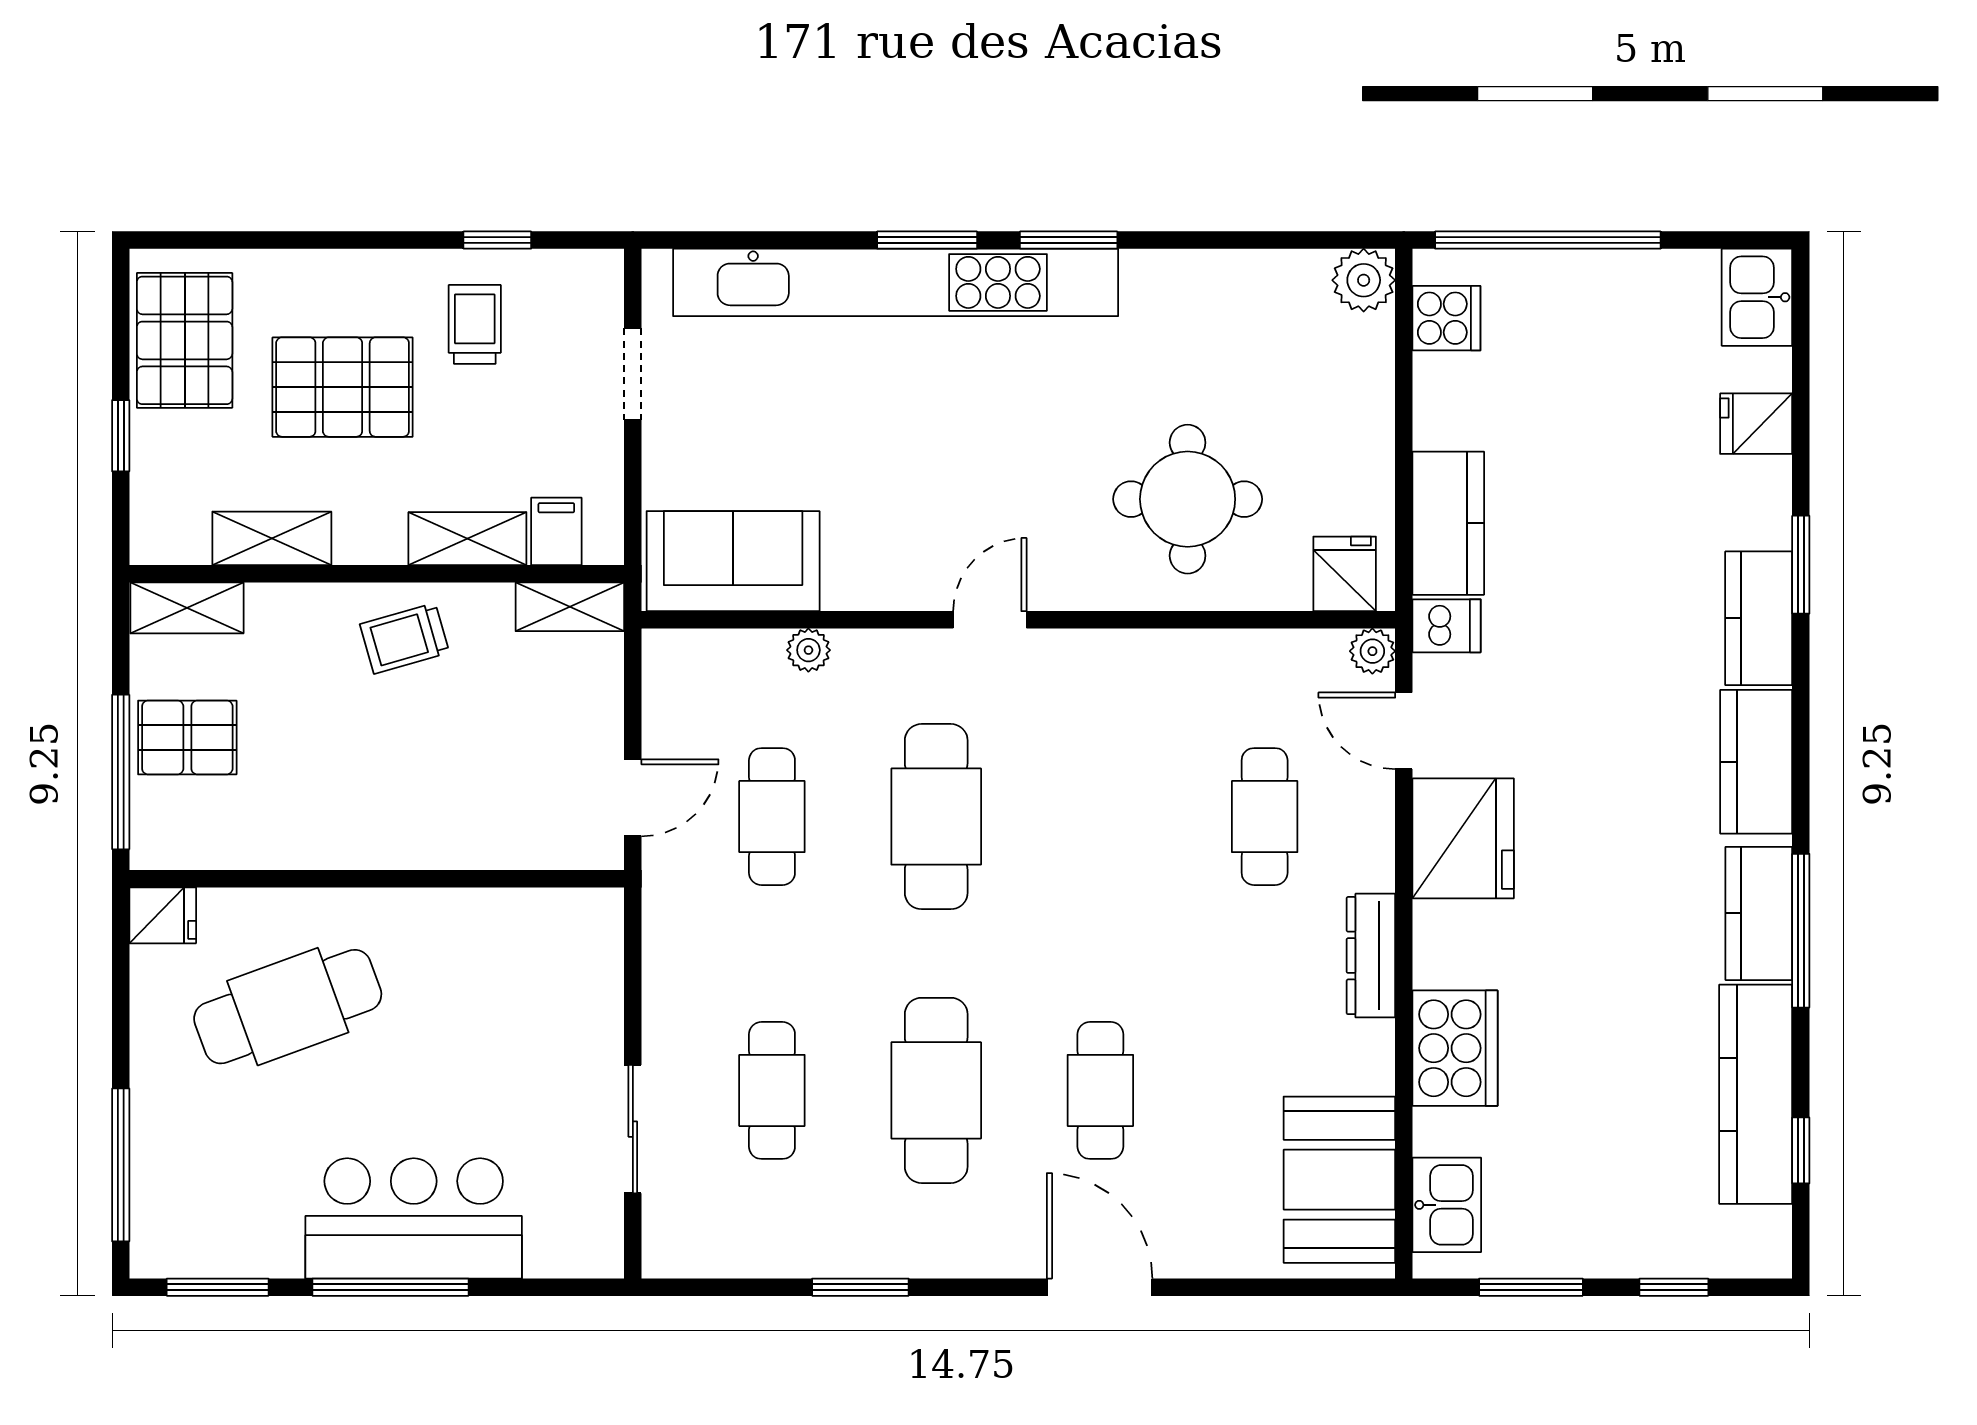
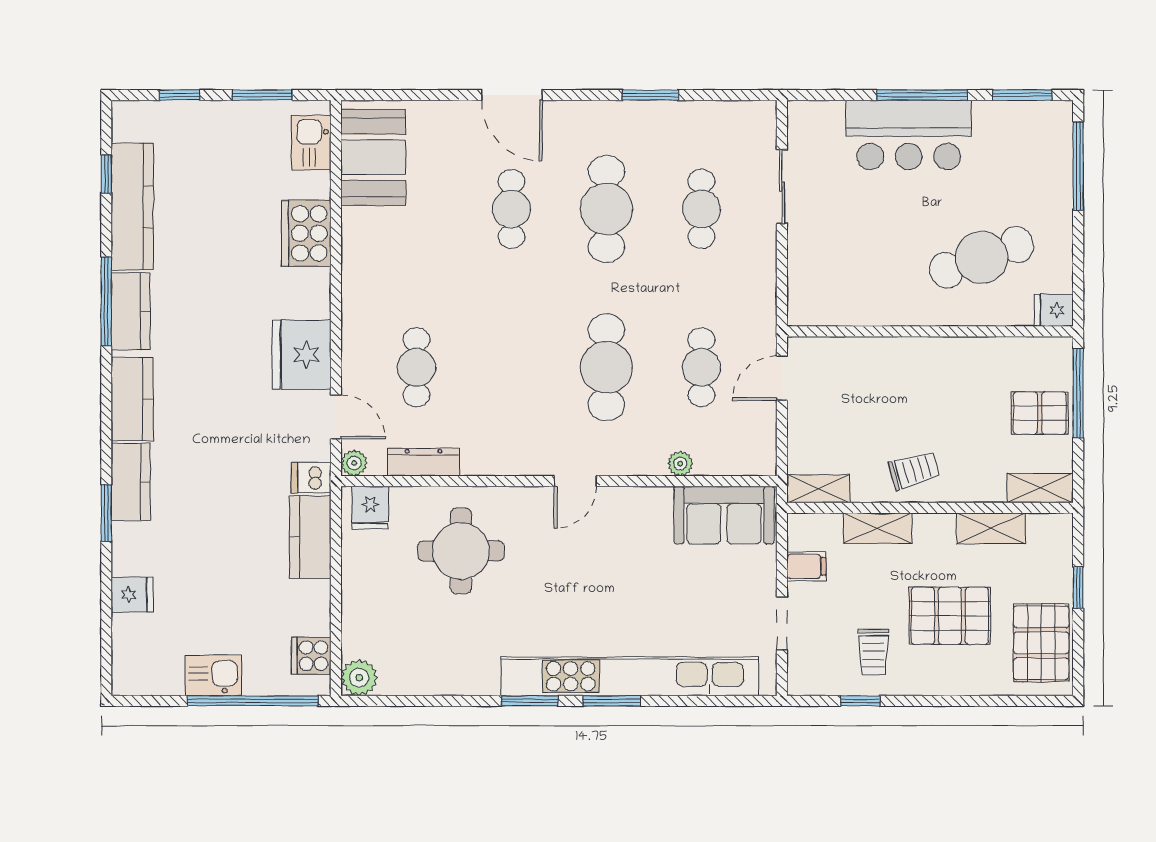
kitchen sink: (1757, 297) -> (213, 675), moved, turned -90
filing cabinet: (556, 531) -> (806, 566), moved, turned -90
dresser: (1371, 956) -> (423, 462), moved, turned -90

